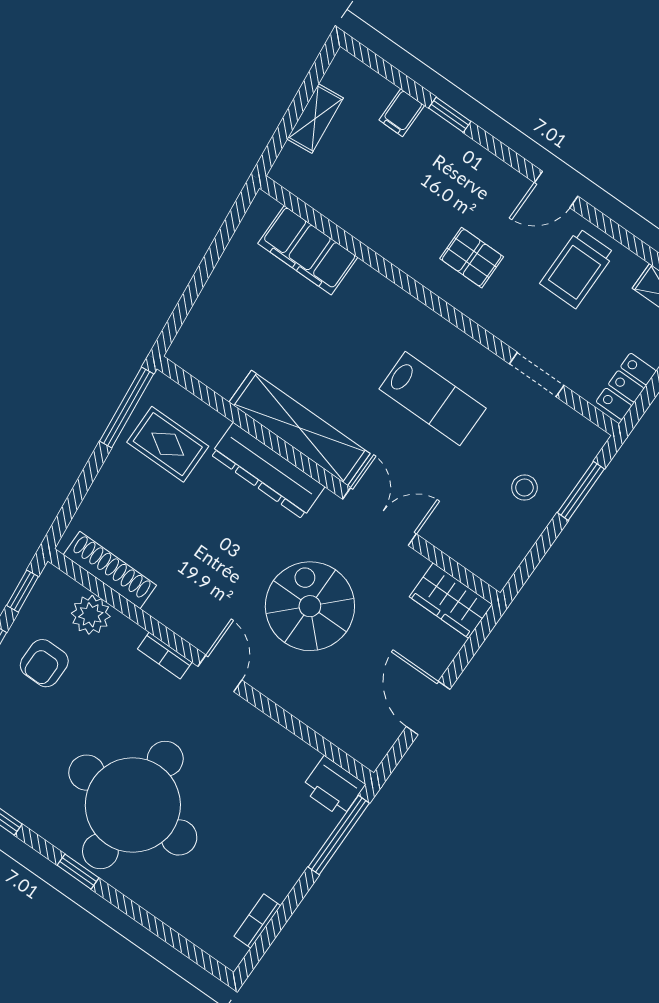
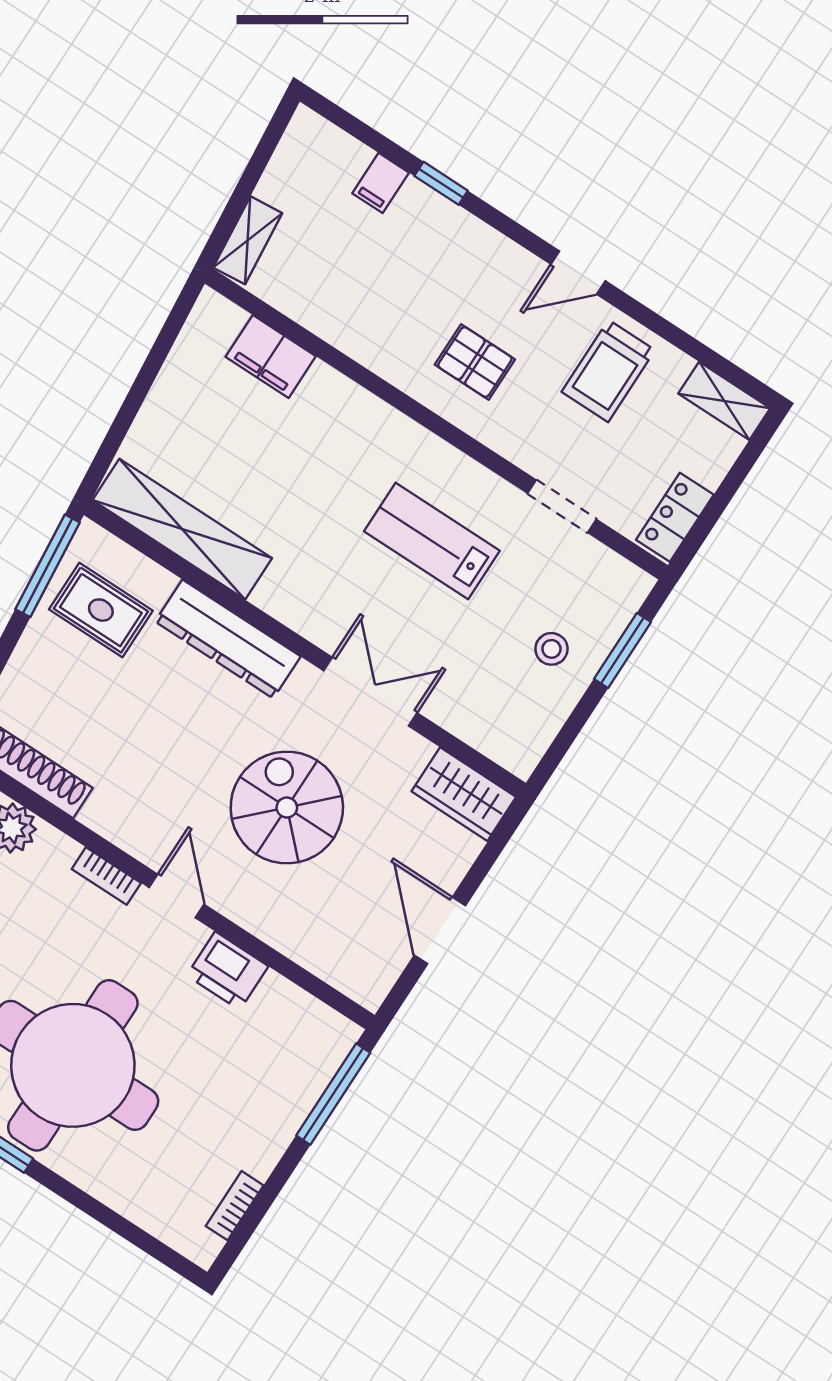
shelving: (315, 118) -> (248, 240), moved
filing cabinet: (308, 250) -> (271, 357), width x0.67, depth x0.86
lab bench: (433, 399) -> (432, 541), turned 180
shelving: (300, 428) -> (182, 529), moved
printer: (333, 787) -> (227, 971), moved

